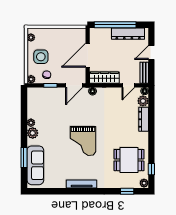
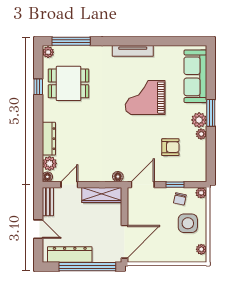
door: (151, 52) -> (38, 229), hinge flipped
door: (88, 55) -> (124, 242), moved
armchair: (54, 113) -> (170, 147), added
grand piano: (83, 141) -> (145, 98), moved, turned -90
window: (24, 158) -> (211, 113), moved
window: (151, 169) -> (38, 87), moved
window: (127, 191) -> (71, 41), width x2.17

